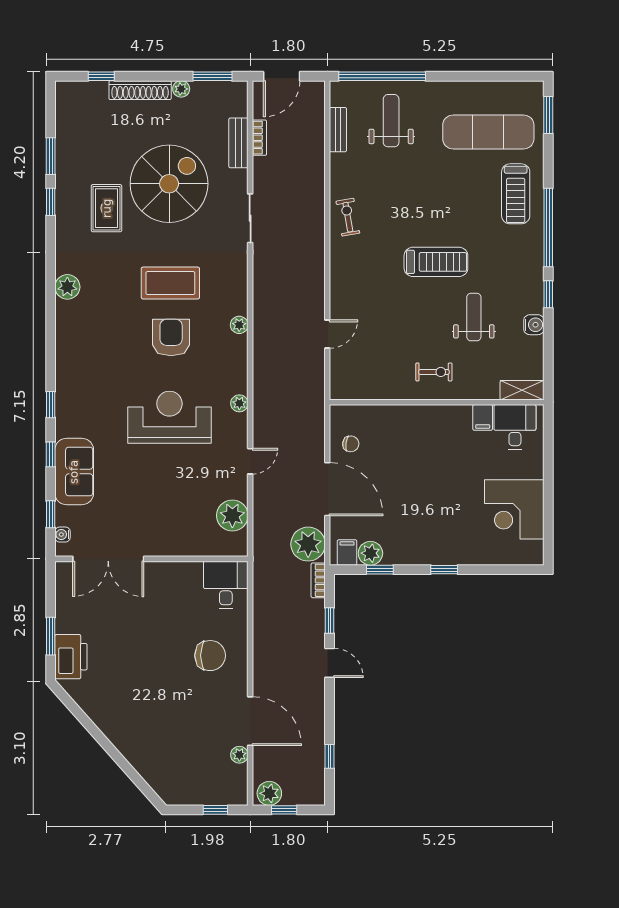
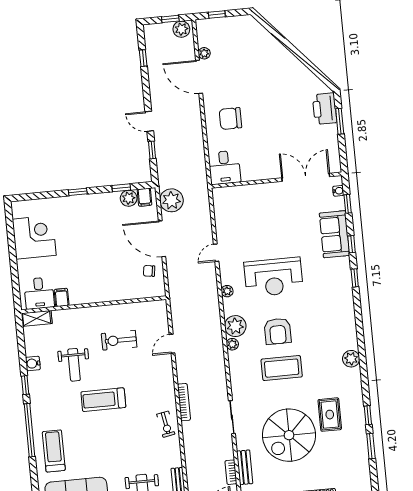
exercise bike: (434, 372) -> (119, 340), moved, width x1.38, depth x1.39
plant: (232, 516) -> (235, 326), moved
bookcase: (318, 580) -> (184, 402), moved, width x1.56

